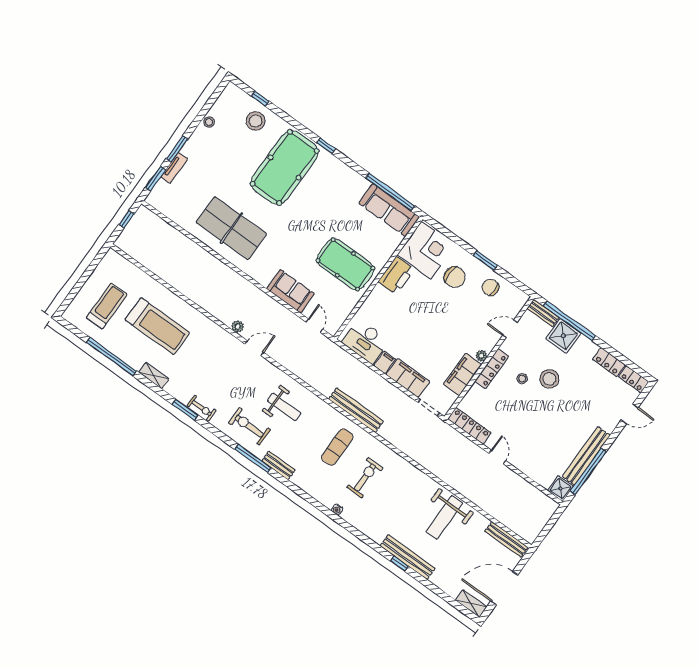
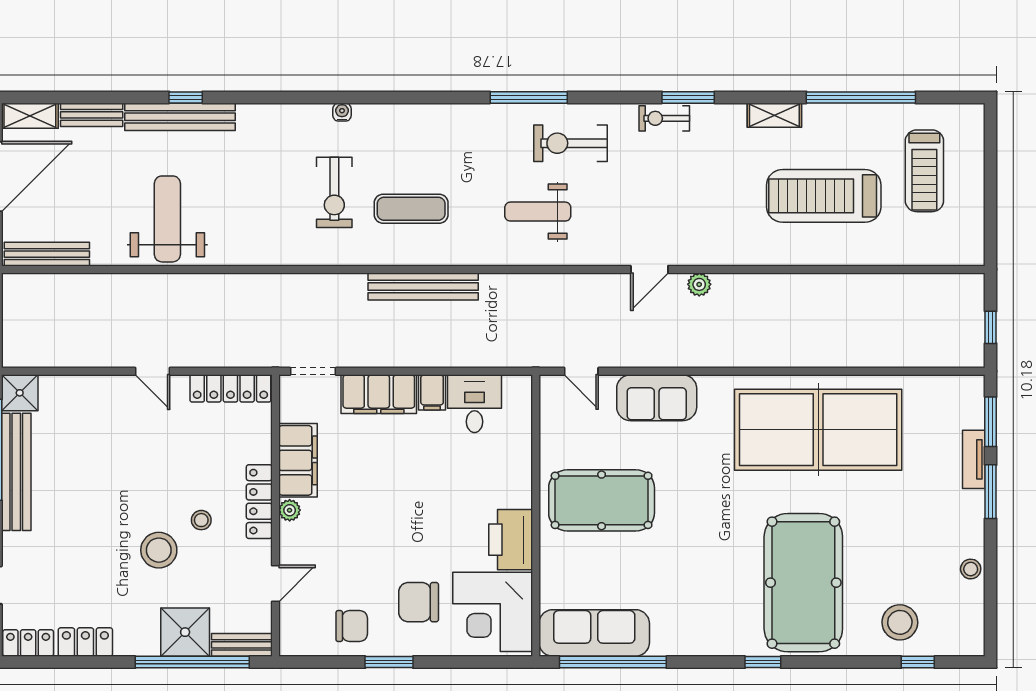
table tennis table: (231, 228) -> (818, 430), width x1.36, depth x1.32
desk: (366, 341) -> (475, 404), width x0.73
exercise bike: (249, 426) -> (570, 143), turned 180
exercise mat: (337, 447) -> (411, 209), turned 90
bench: (278, 465) -> (92, 115), moved

